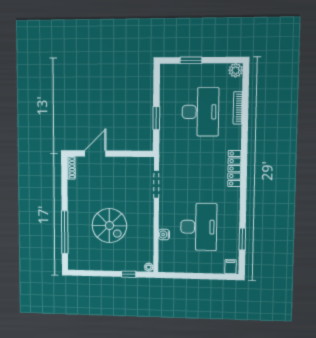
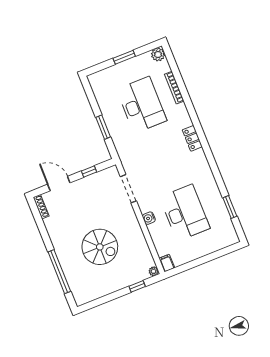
window: (191, 60) -> (124, 57), moved
door: (95, 153) -> (59, 184), hinge flipped
window: (127, 154) -> (89, 171), added
locker: (234, 169) -> (192, 138), width x0.66
water cooler: (164, 234) -> (149, 218), moved
filing cabinet: (230, 267) -> (167, 263), moved

